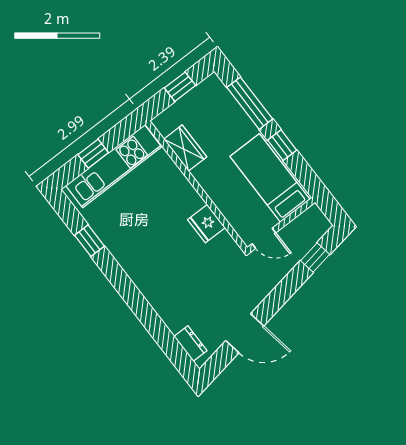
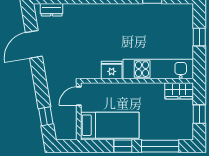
wardrobe: (185, 148) -> (179, 91), moved
kitchen unit: (114, 166) -> (158, 69), moved, turned 90

